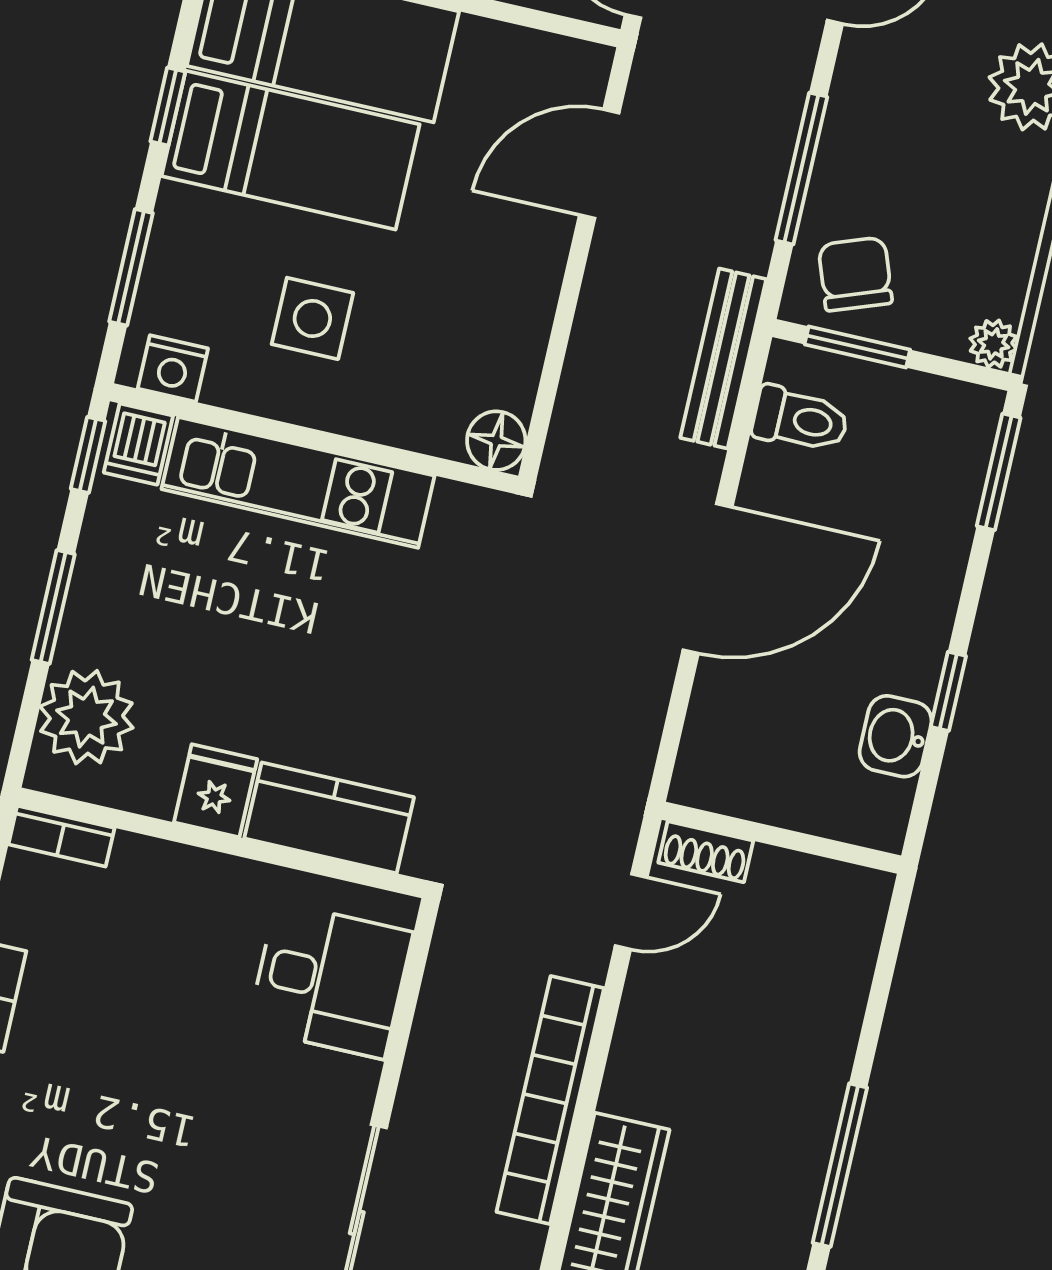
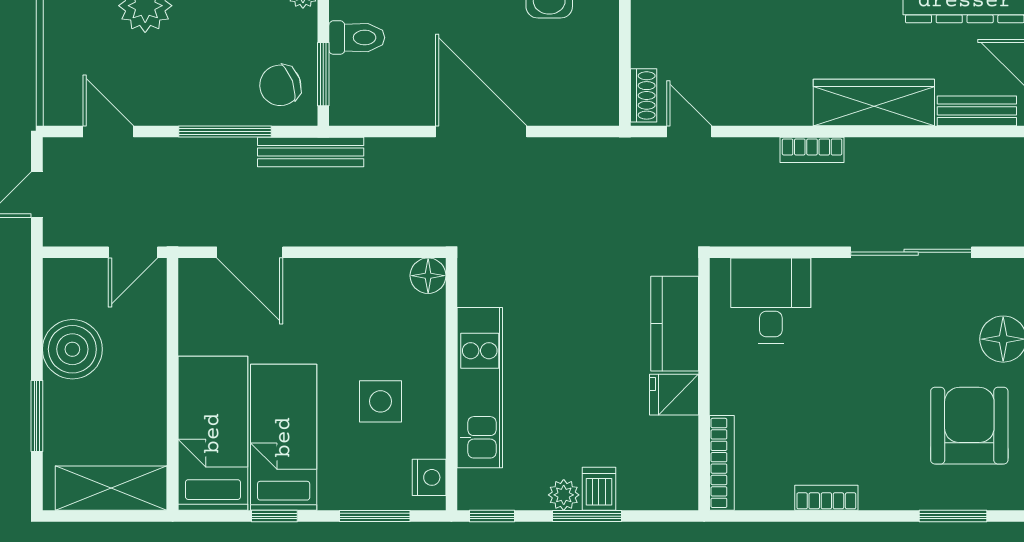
bench: (723, 359) -> (311, 152), moved
toilet: (800, 419) -> (357, 38), moved, turned 90
dishwasher: (138, 444) -> (599, 489), moved, turned -90
plant: (86, 717) -> (564, 495), moved, width x0.53, depth x0.53
bookcase: (61, 836) -> (722, 463), width x1.56
bookcase: (550, 1100) -> (812, 150), width x0.43, depth x0.76

